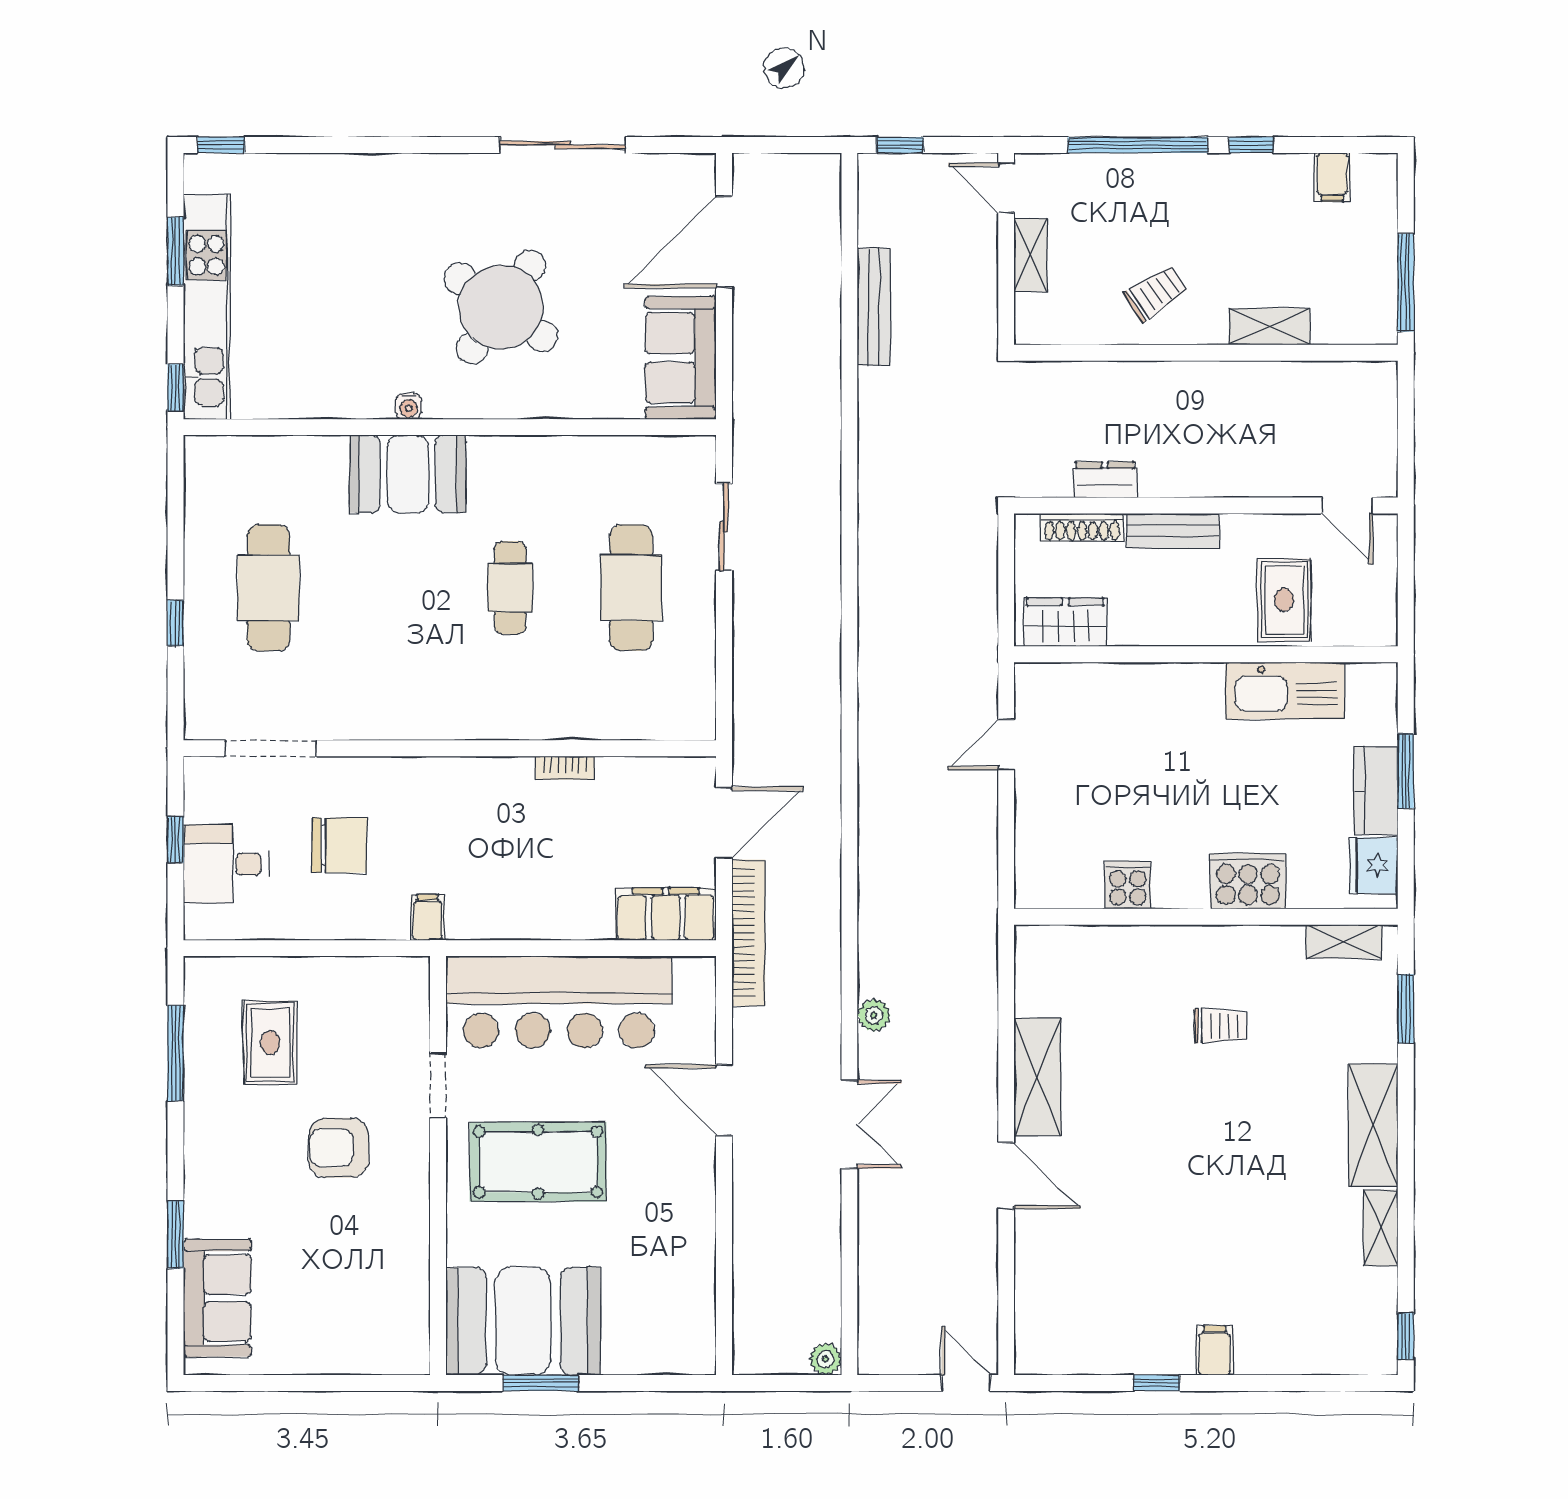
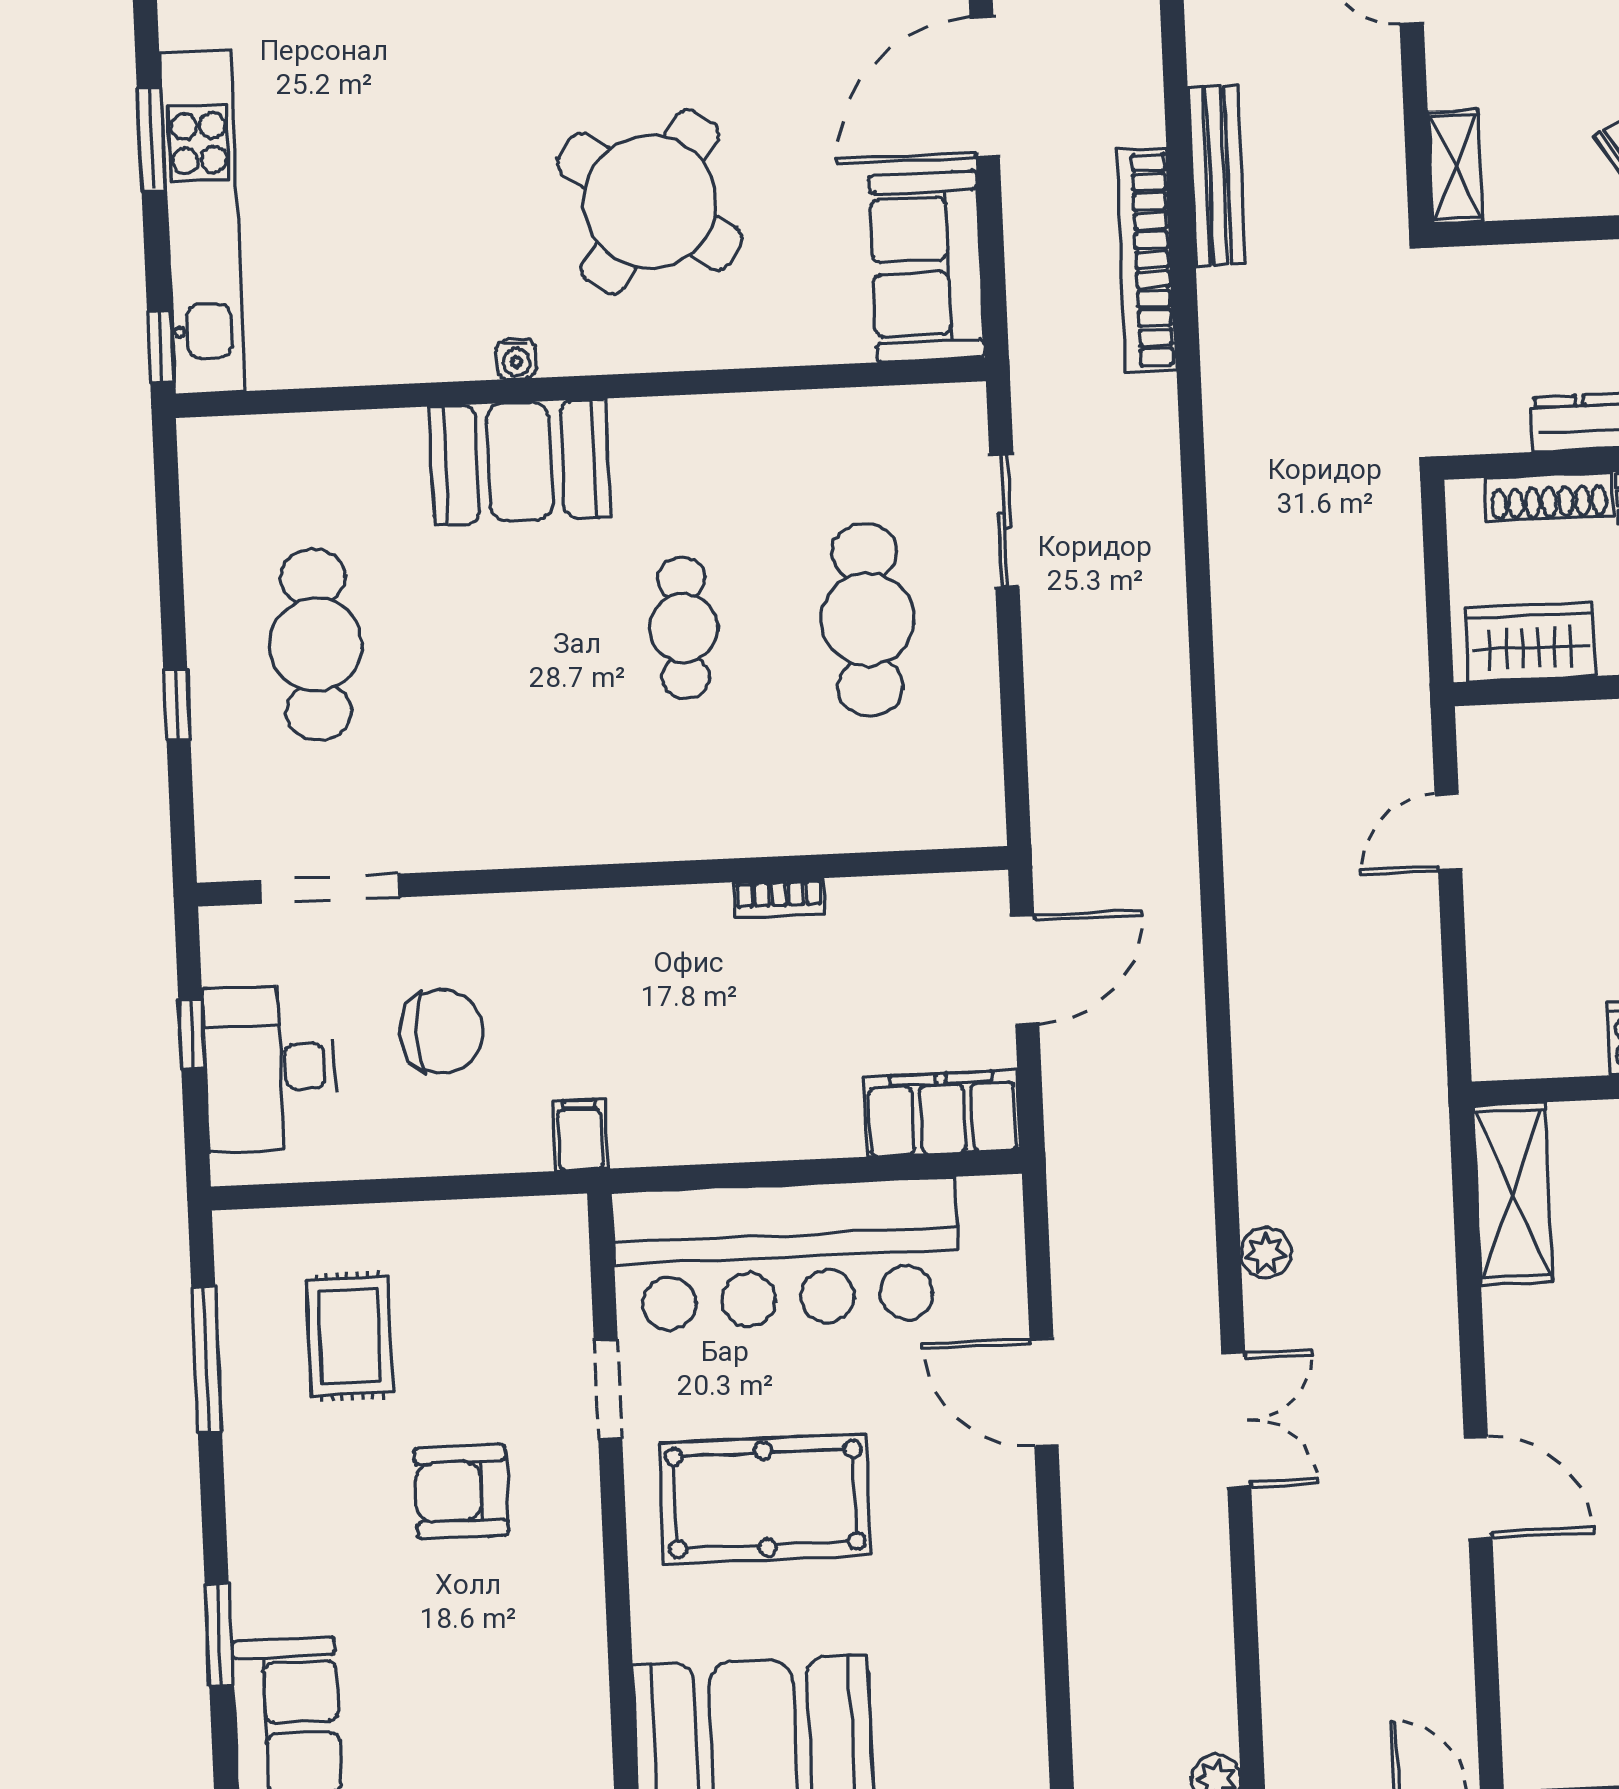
shelving: (1030, 255) -> (1455, 166), moved
desk: (226, 864) -> (270, 1068), width x1.37
bookcase: (748, 933) -> (1146, 260), moved, turned 180
shelving: (1037, 1077) -> (1513, 1193), moved

